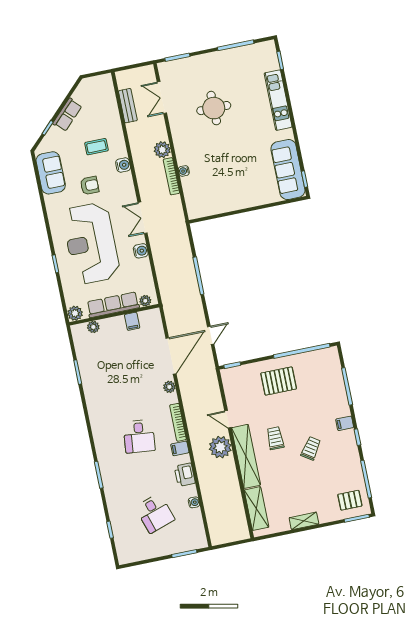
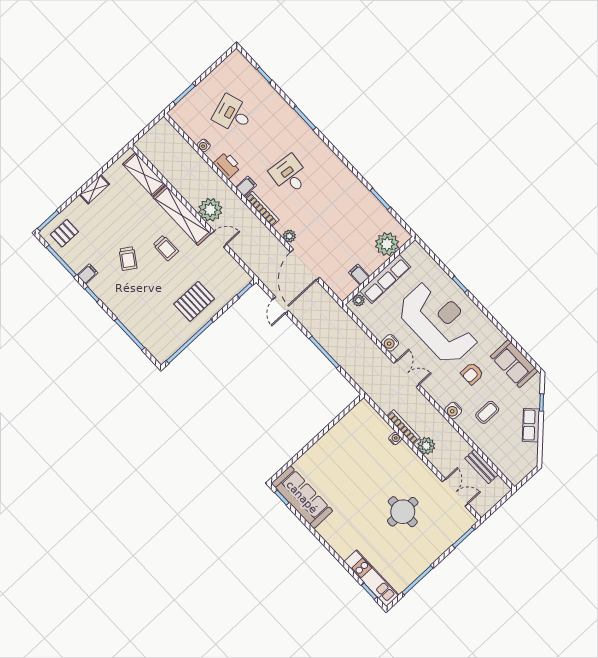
kitchen unit: (278, 100) -> (372, 578), moved
plant: (75, 313) -> (415, 250), removed
plant: (93, 327) -> (387, 244), width x1.87, depth x1.87
filing cabinet: (345, 423) -> (87, 274), moved

